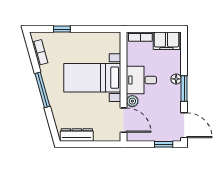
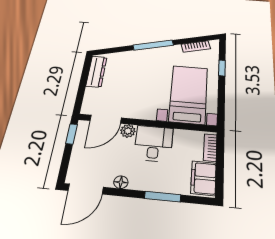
bed with nightstands: (92, 78) -> (189, 94), moved
floor lamp: (176, 79) -> (121, 182), moved
window: (184, 88) -> (163, 197), moved
window: (164, 144) -> (72, 134), moved

